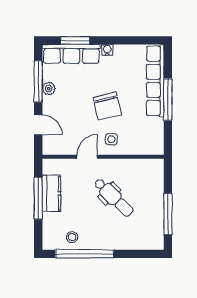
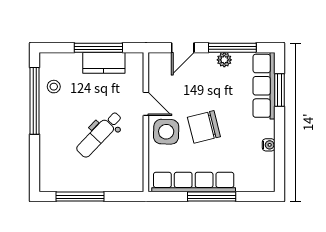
water cooler: (107, 50) -> (269, 145), moved
row of seats: (155, 81) -> (194, 182), moved
side table: (111, 139) -> (166, 132), width x1.87, depth x1.87

